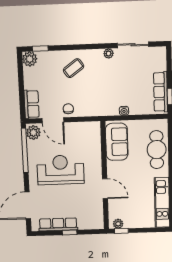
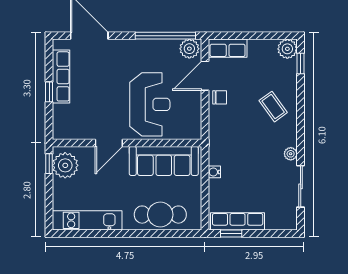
sofa: (117, 142) -> (164, 161), width x1.36
reception desk: (60, 170) -> (150, 104), moved
plant: (118, 224) -> (65, 165), width x1.88, depth x1.88

